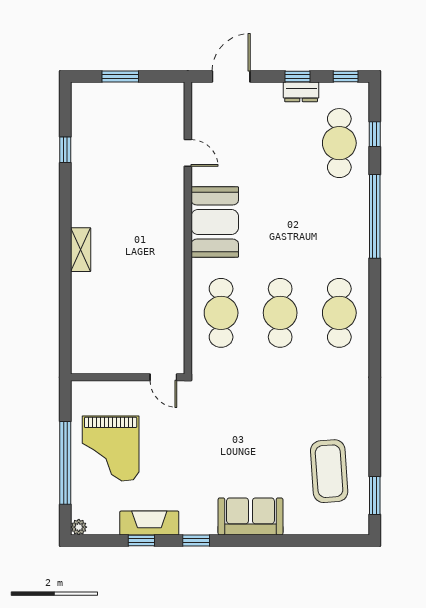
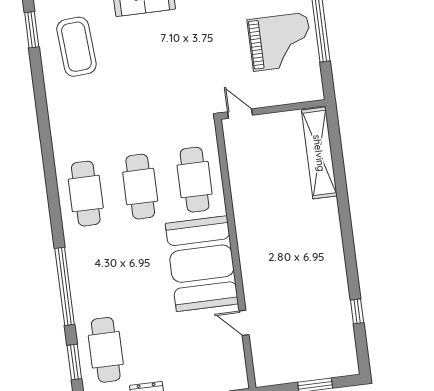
window: (375, 134) -> (74, 362), width x1.50
booth: (215, 222) -> (202, 264), width x1.36, depth x1.42
shelving: (81, 250) -> (319, 153), moved, width x2.20, depth x1.33
grand piano: (111, 449) -> (280, 42), turned 90

